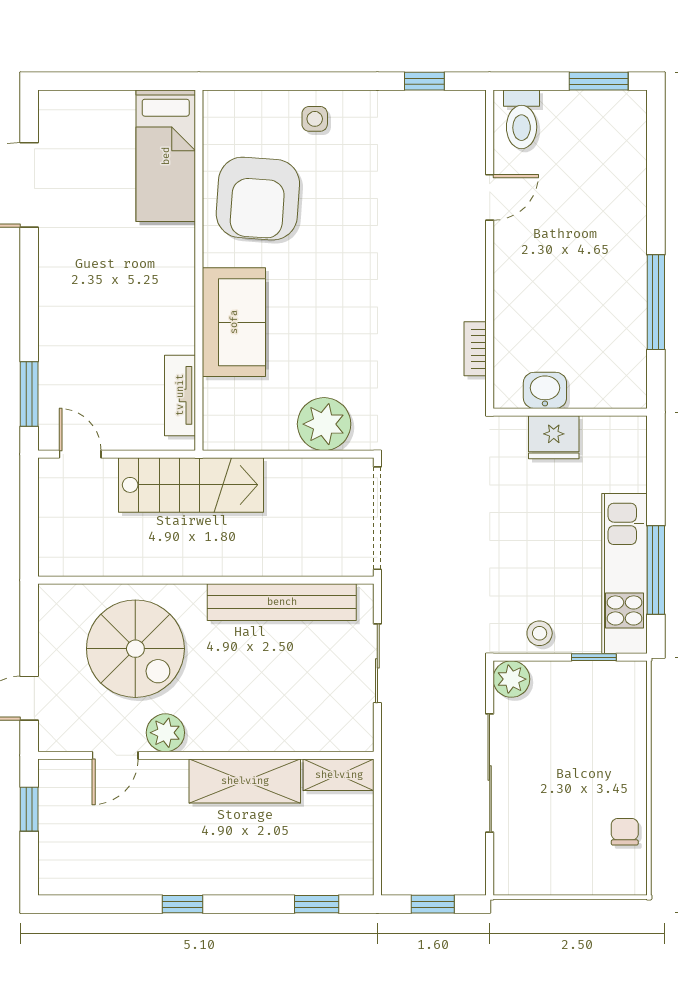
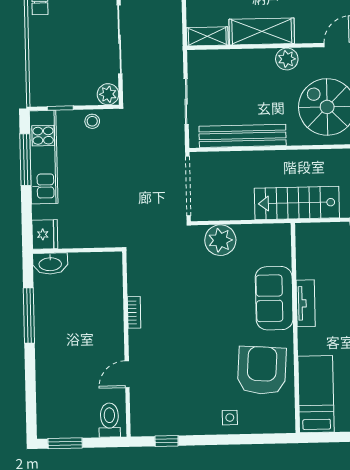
bookcase: (475, 349) -> (134, 312), moved
washbasin: (545, 390) -> (50, 264), moved, width x1.38
tv unit: (180, 395) -> (306, 303), moved
fridge: (554, 437) -> (45, 234), moved, turned 90
plant: (165, 733) -> (287, 59), moved

